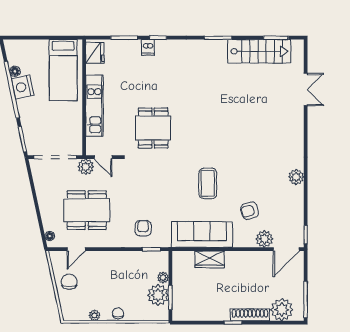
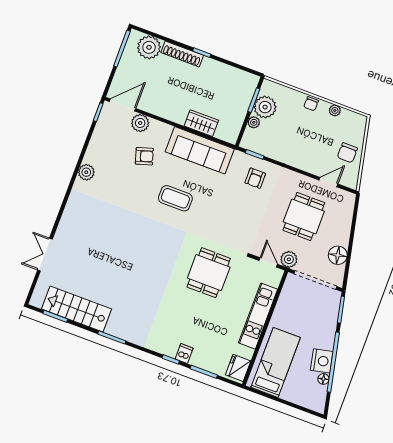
coffee table: (208, 183) -> (175, 198), turned 90
dining table: (87, 210) -> (304, 216), width x0.73
floor lamp: (50, 236) -> (338, 255), moved, width x1.89, depth x1.89

